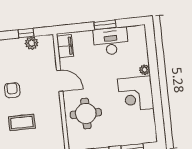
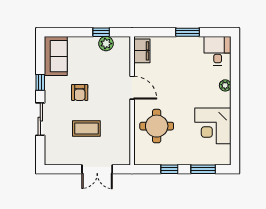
desk: (111, 41) -> (218, 51), moved, width x0.73
armchair: (12, 90) -> (80, 93), turned 180
corner desk: (136, 94) -> (213, 126), moved

